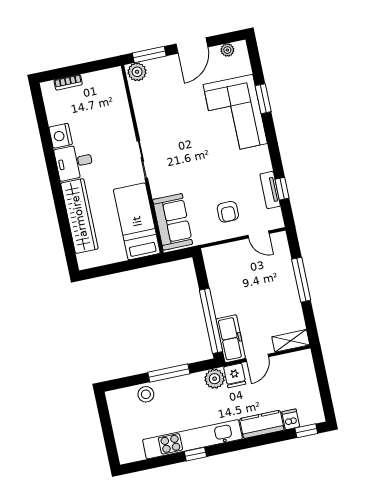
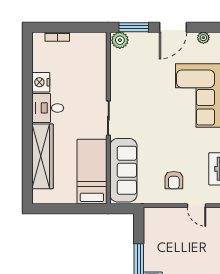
sofa: (173, 222) -> (123, 170), width x1.36

